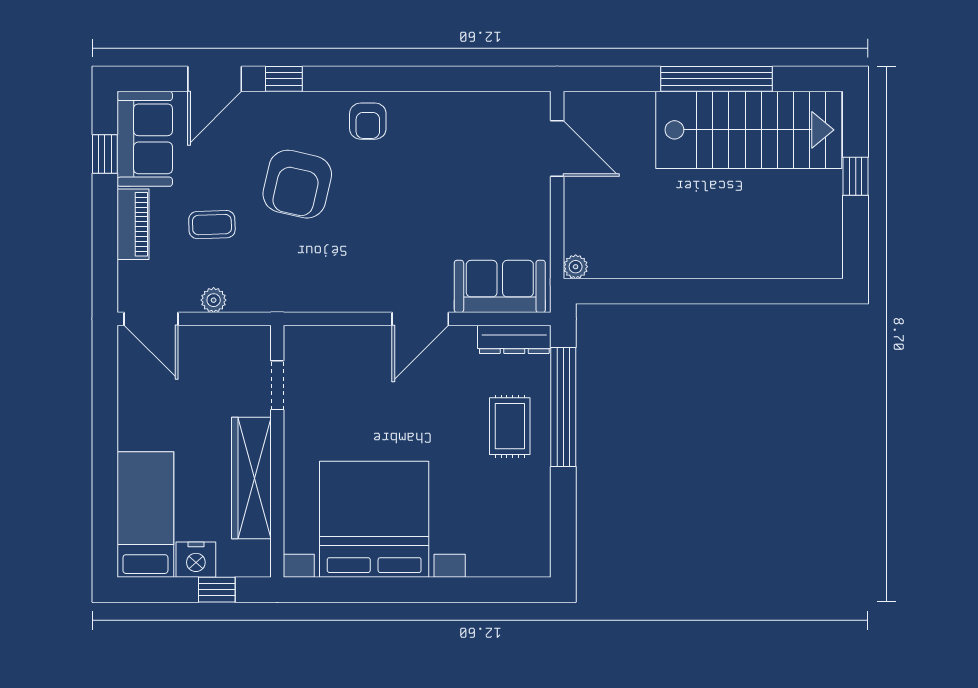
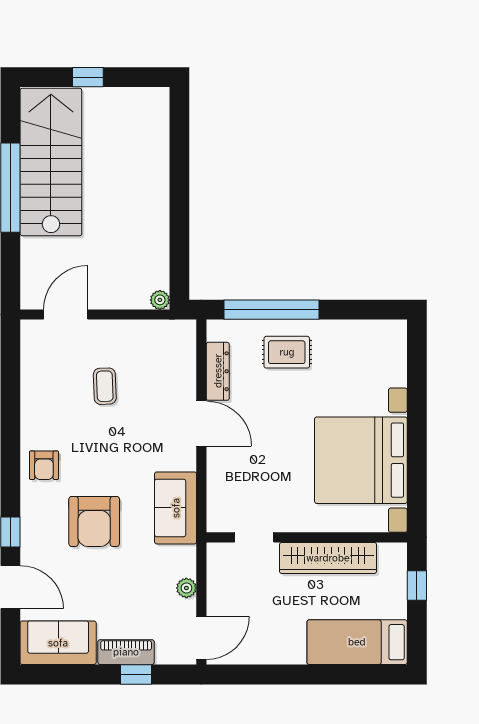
armchair: (368, 121) -> (44, 465), turned 90
window: (105, 154) -> (136, 674), moved
armchair: (297, 184) -> (94, 521), turned 77
coffee table: (212, 225) -> (105, 386), moved
sofa: (500, 286) -> (176, 508), moved
dresser: (514, 339) -> (218, 371), moved
nightstand: (196, 560) -> (393, 602), removed

